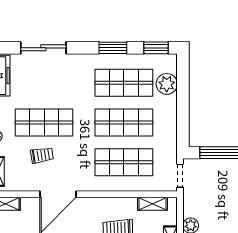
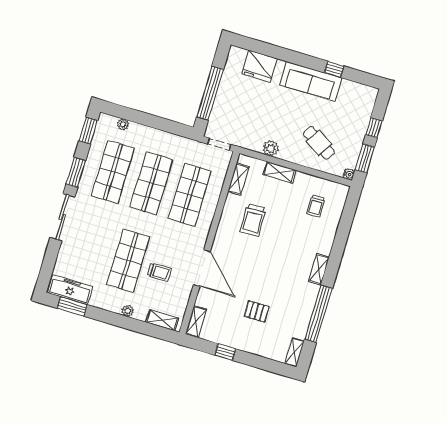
sliding door: (43, 48) -> (62, 217), moved
plant: (167, 84) -> (123, 124), width x0.53, depth x0.53
trolley: (42, 155) -> (159, 272), turned 99

